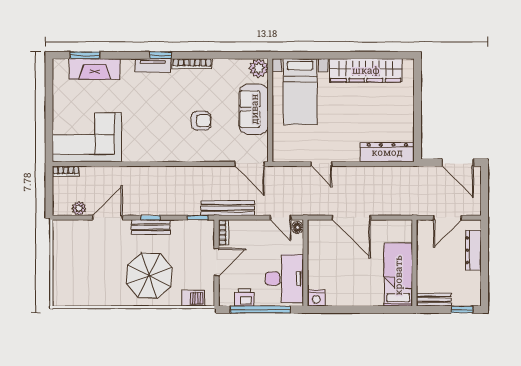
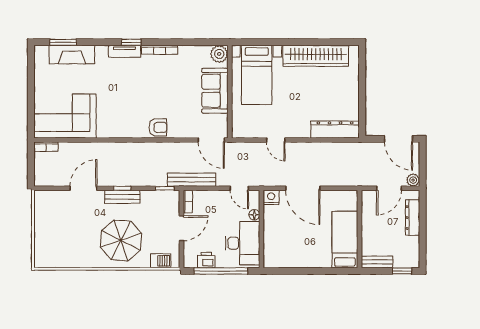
armchair: (201, 121) -> (158, 127), moved
plant: (79, 208) -> (413, 180), moved
floor lamp: (297, 227) -> (254, 215), moved
nightstand: (316, 298) -> (271, 197), moved, turned 180

